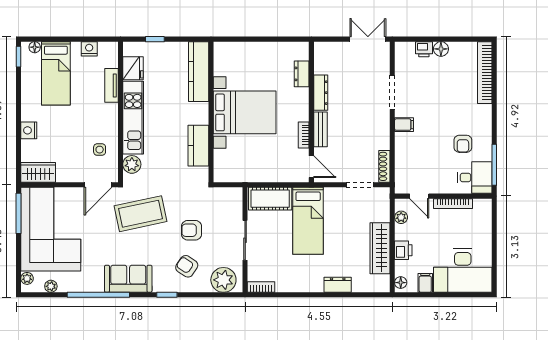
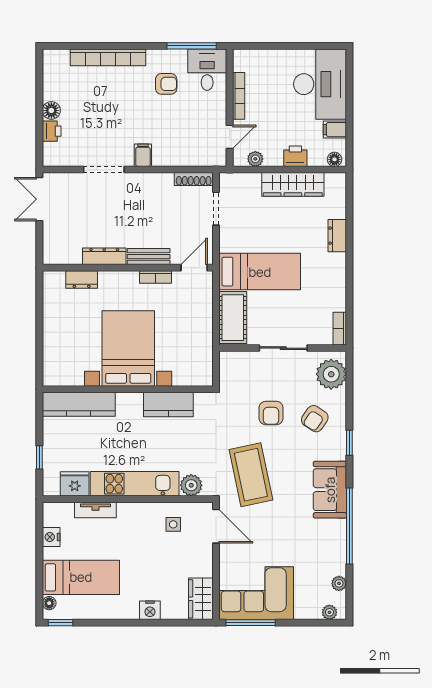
bookcase: (485, 73) -> (108, 57), moved
corner sofa: (51, 229) -> (256, 593), width x0.73, depth x0.74

